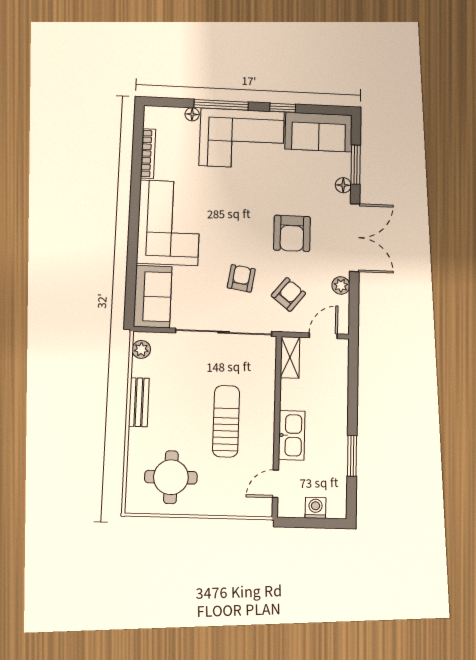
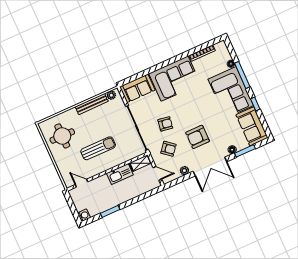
bench: (139, 402) -> (92, 104), width x1.36
kitchen sink: (292, 435) -> (120, 174), moved
washing machine: (315, 508) -> (84, 215), moved

